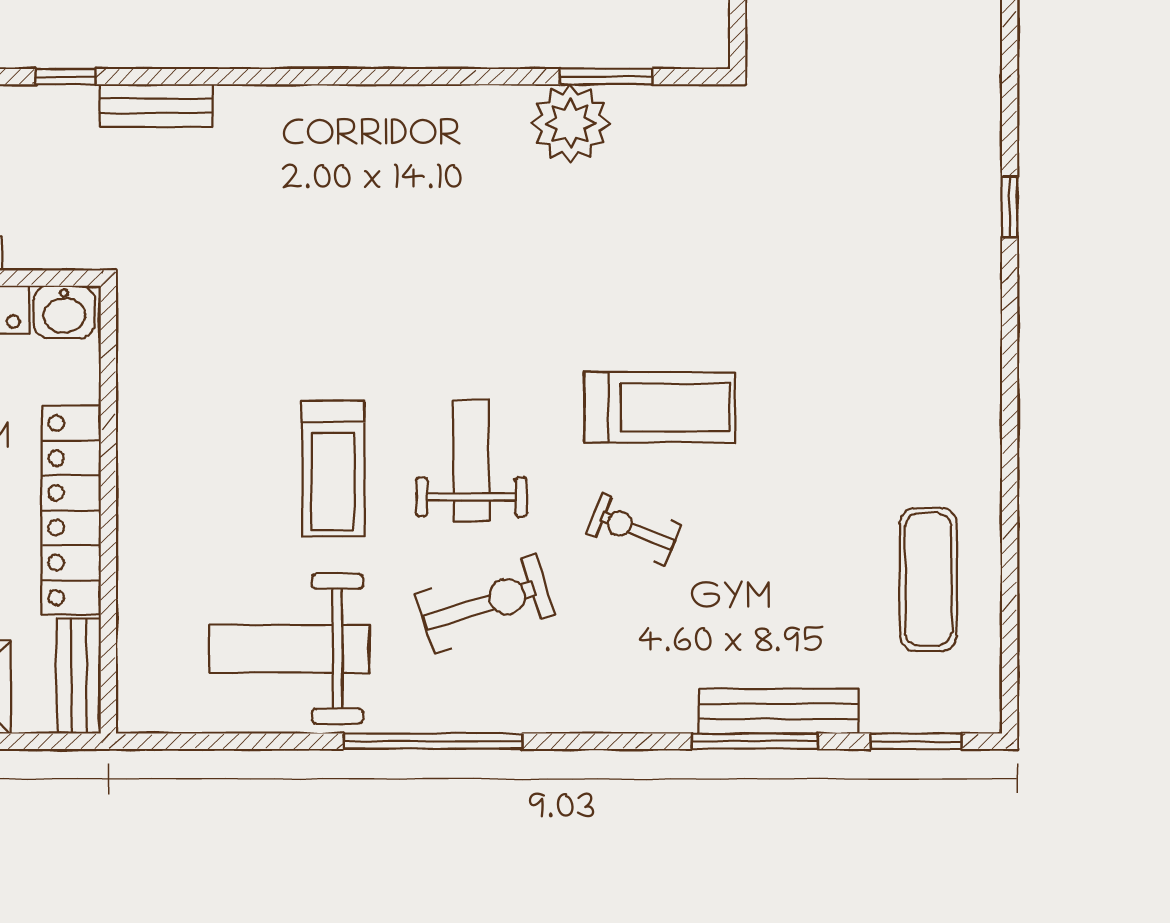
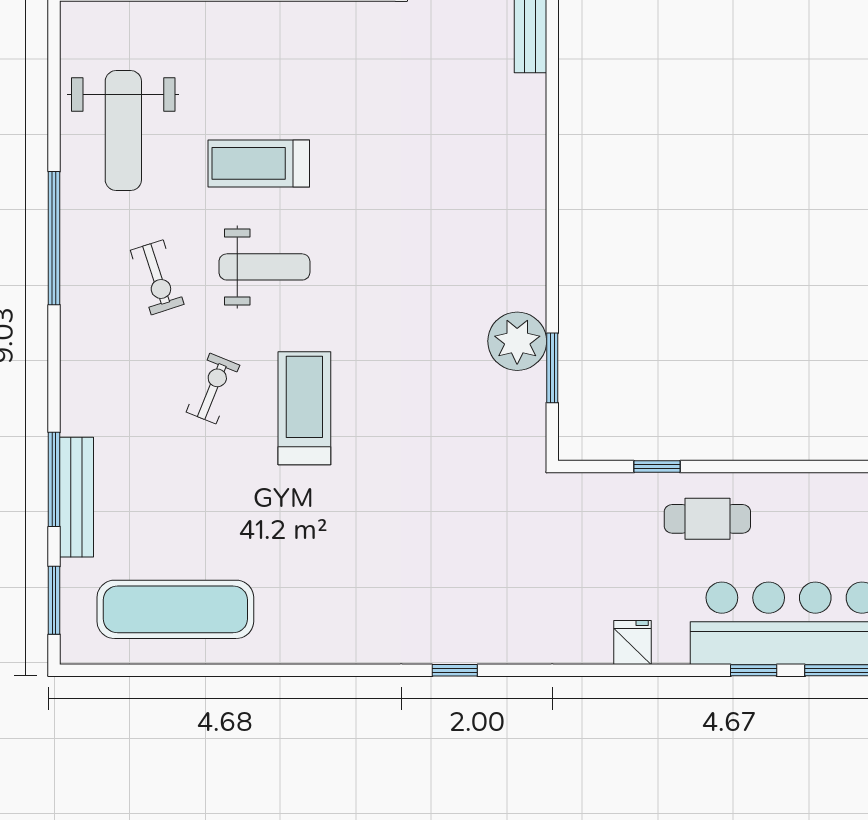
treadmill: (660, 407) -> (304, 408), turned 180
exercise mat: (928, 579) -> (175, 609), width x1.36, depth x1.45
exercise bike: (485, 604) -> (157, 277), width x0.73, depth x0.72
weight bench: (289, 649) -> (123, 131), turned 180

